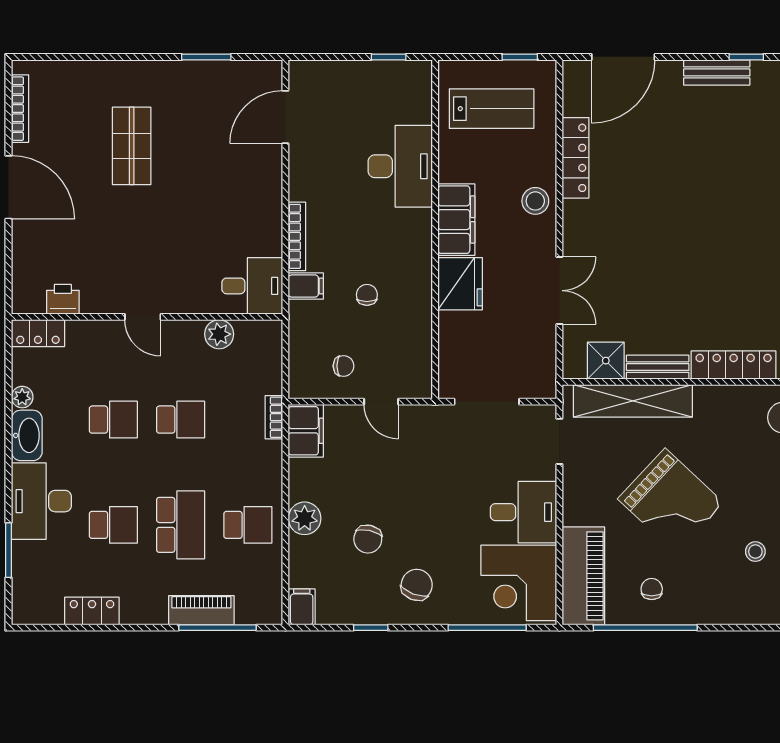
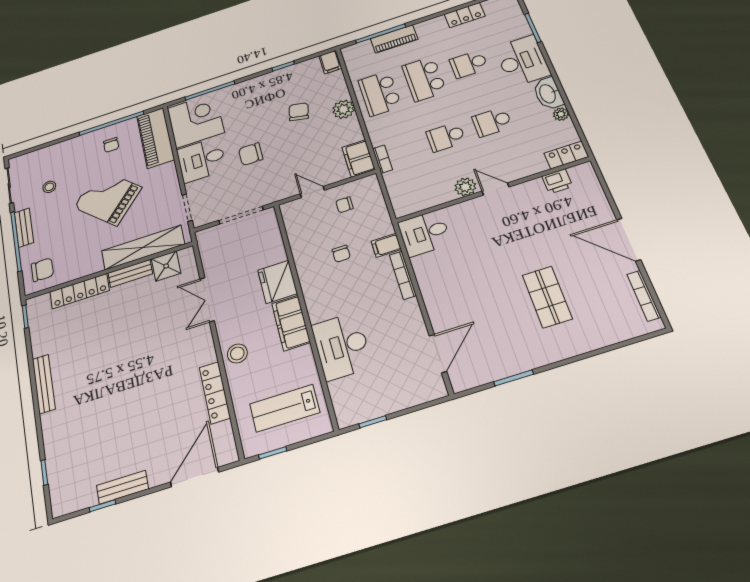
plant: (219, 334) -> (465, 187), moved
school desk: (248, 525) -> (380, 93), width x1.85
chair: (417, 585) -> (251, 154), moved, turned 69

